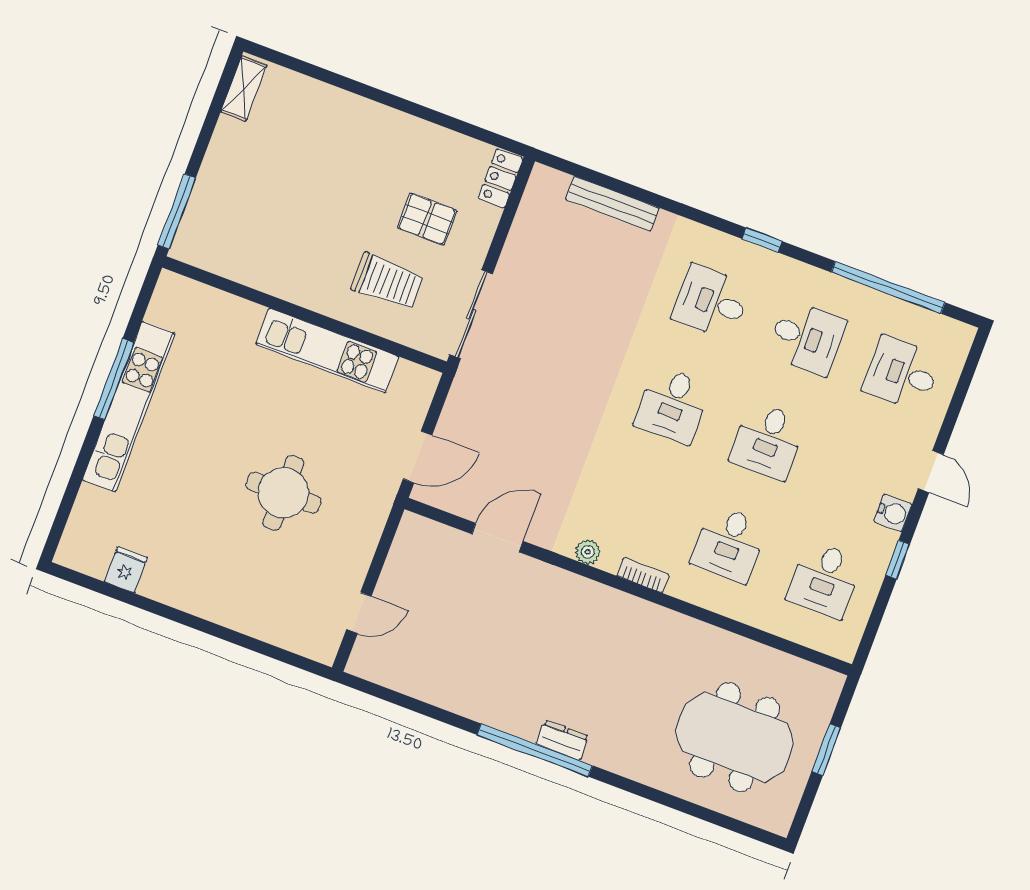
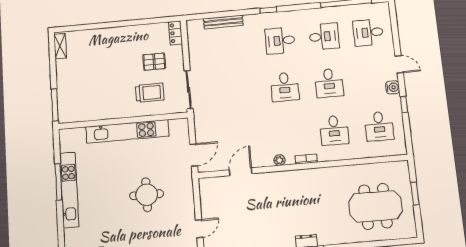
window: (762, 240) -> (268, 10), moved
kitchen unit: (327, 350) -> (127, 131), width x1.36

